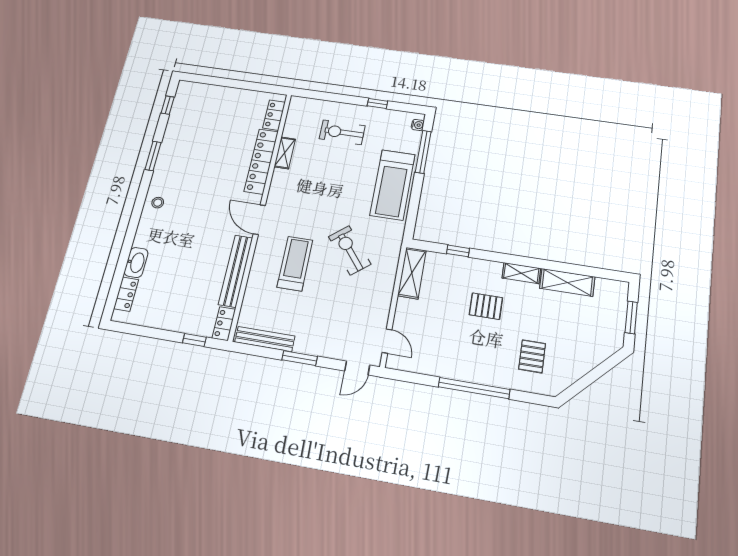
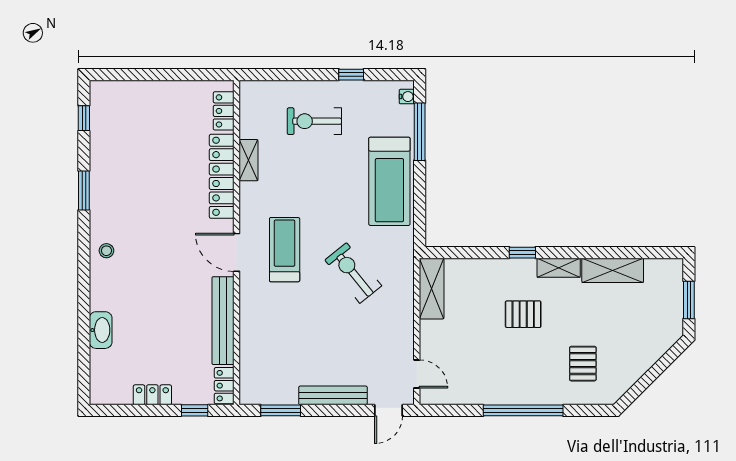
window: (458, 251) -> (522, 253), moved
treadmill: (295, 264) -> (285, 250), moved
locker: (126, 294) -> (152, 395), moved, turned -90
bench: (265, 339) -> (333, 395), moved
window: (300, 358) -> (281, 410), moved

